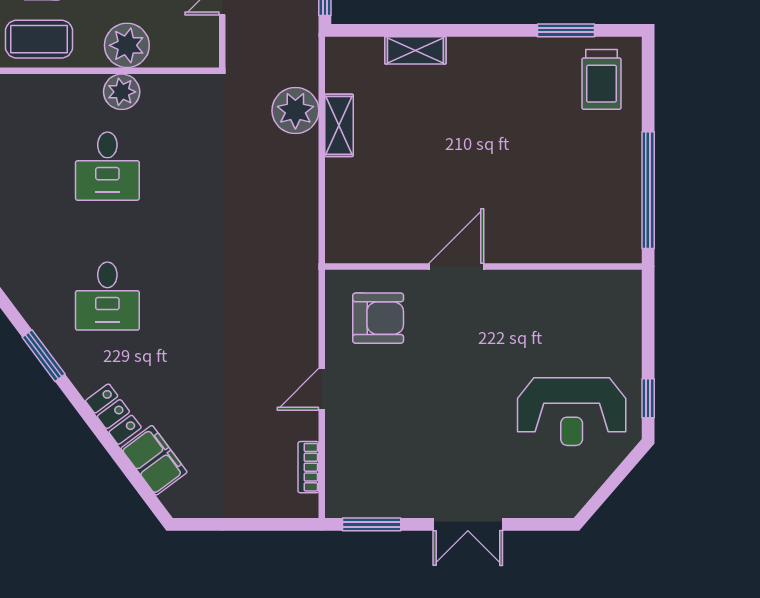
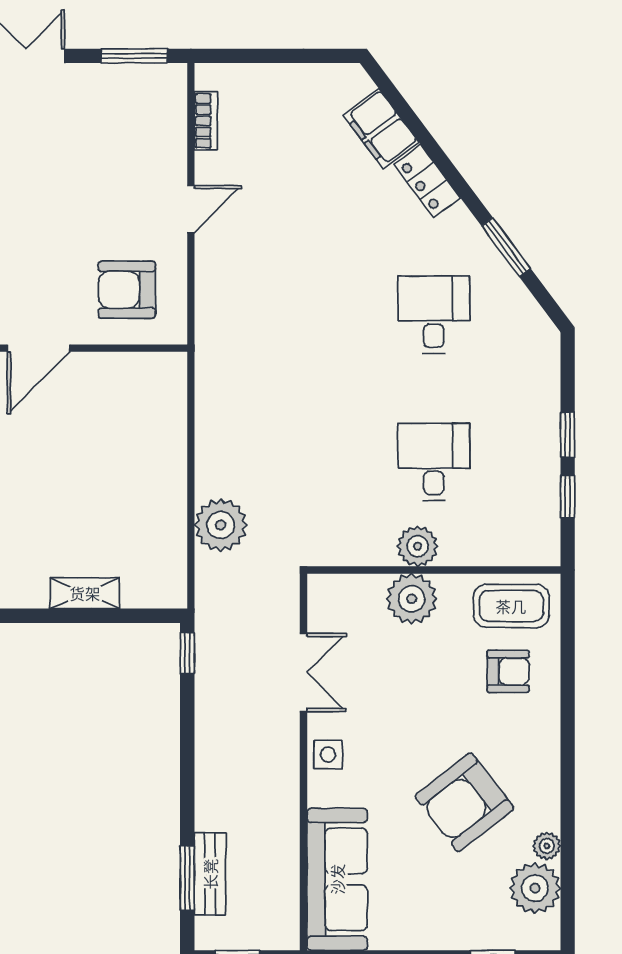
shelving: (339, 125) -> (171, 508), removed

